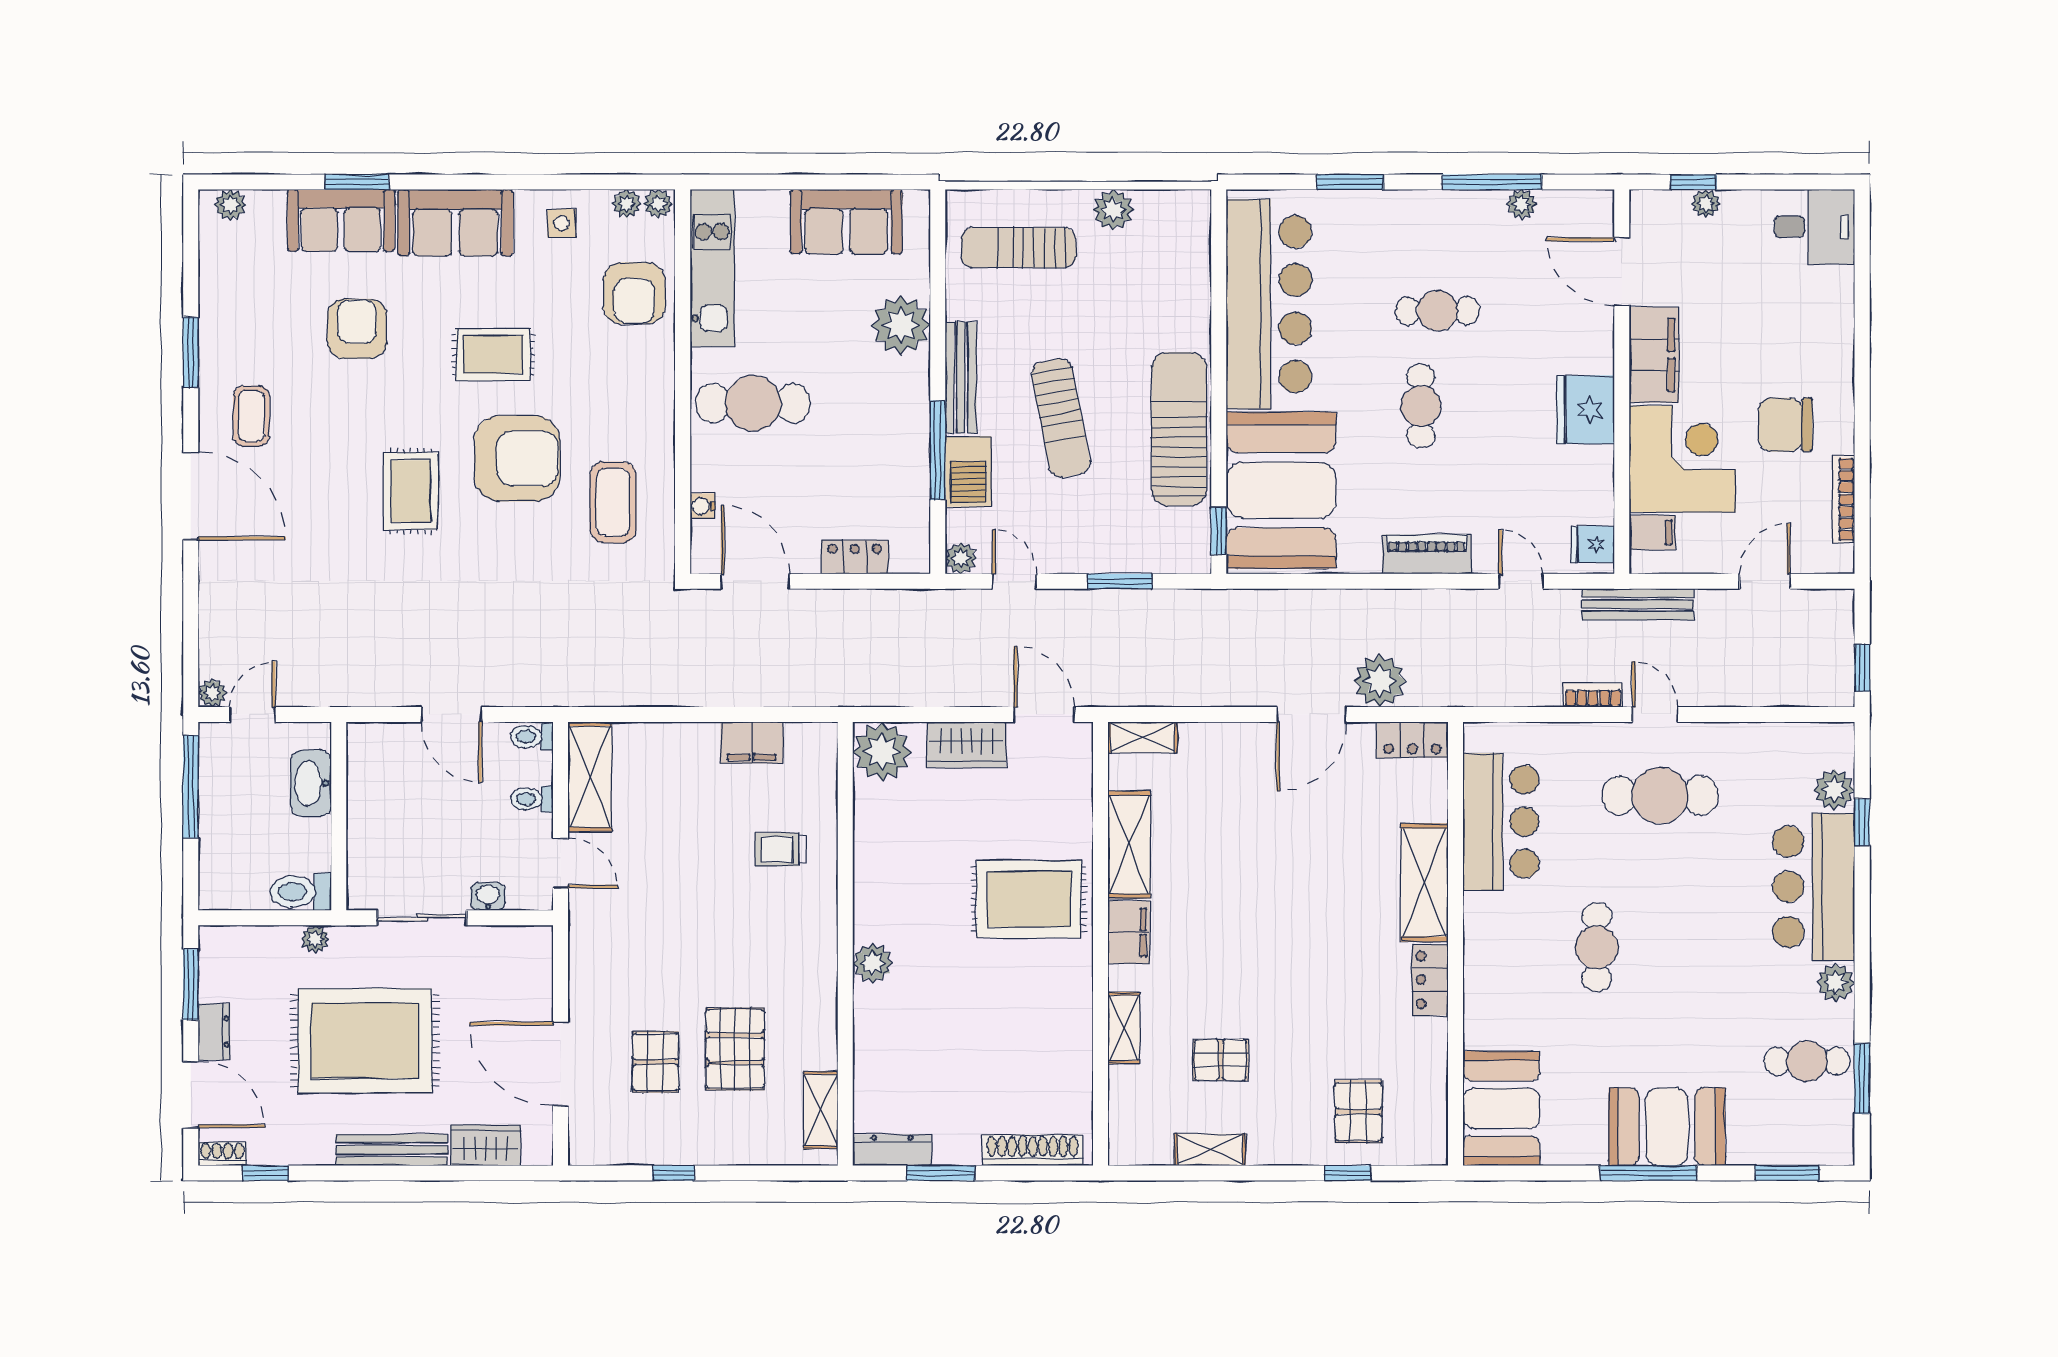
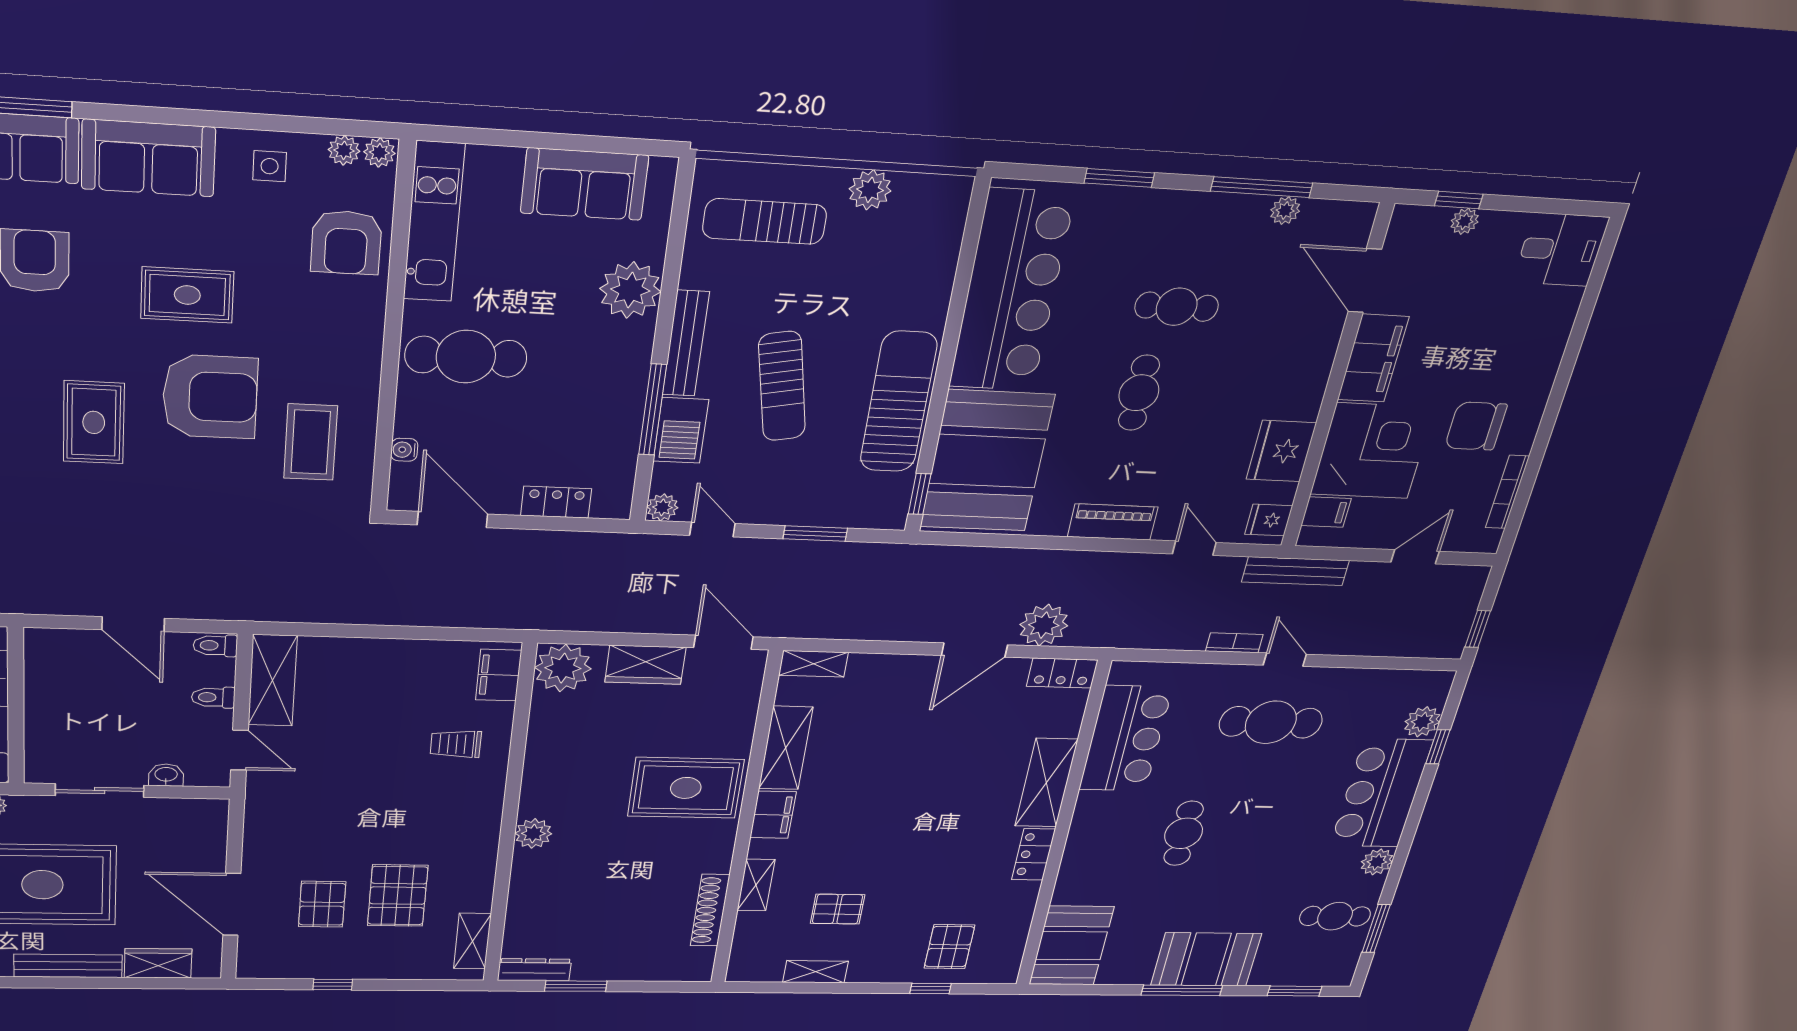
fridge: (1585, 410) -> (1281, 451), moved
filing cabinet: (752, 743) -> (499, 675), moved, turned 90
shoe rack: (1033, 1150) -> (710, 910), moved, turned -90

